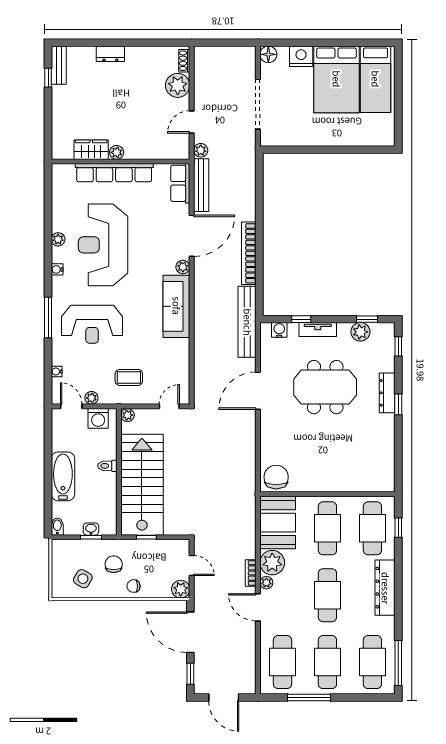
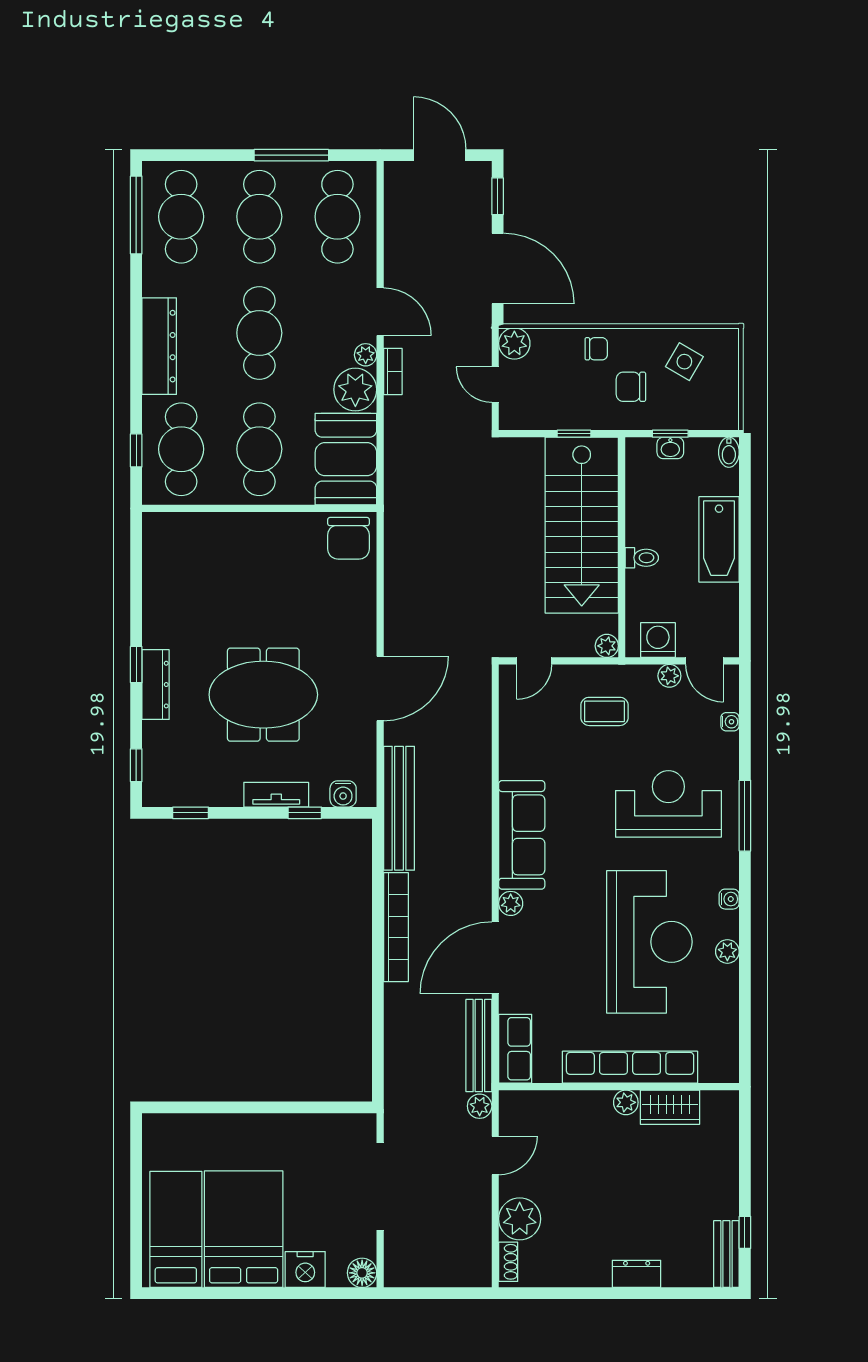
plant: (360, 332) -> (202, 791), removed
chair: (114, 564) -> (631, 387), turned 90

